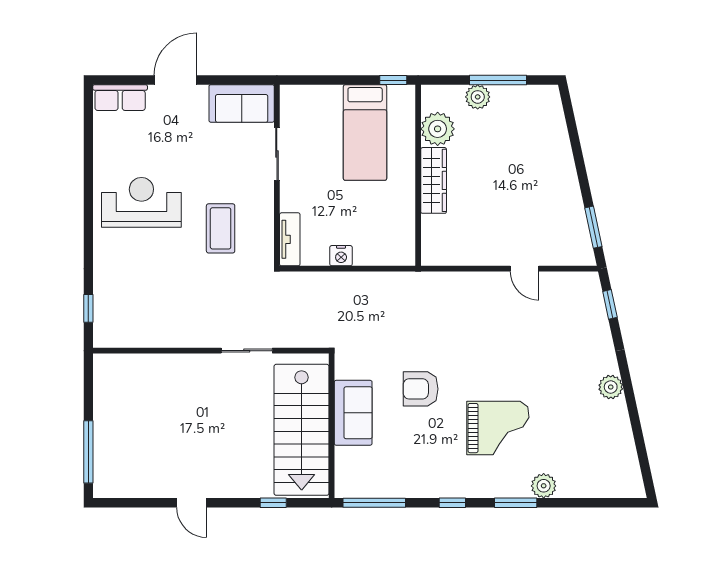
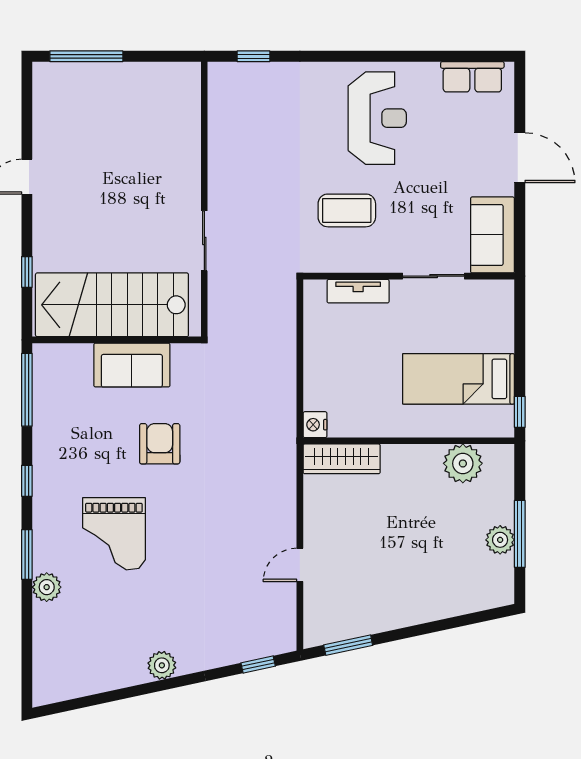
plant: (478, 97) -> (500, 540), moved
row of seats: (120, 98) -> (472, 77), moved, turned -90
wardrobe: (434, 180) -> (342, 459), moved
tv unit: (290, 239) -> (358, 291), moved
nightstand: (341, 256) -> (315, 425), moved

